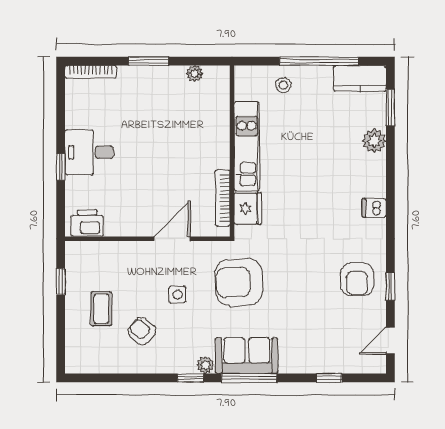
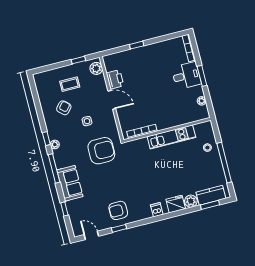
kitchen counter: (360, 78) -> (211, 195), moved, turned 90
desk: (89, 152) -> (186, 76), moved, turned 90
fridge: (248, 209) -> (176, 204), moved, turned 180
printer: (87, 223) -> (115, 79), moved
door: (172, 239) -> (112, 100), moved
plant: (85, 253) -> (96, 68), added
armchair: (239, 282) -> (101, 151), turned 93
sofa: (247, 356) -> (70, 183), moved

